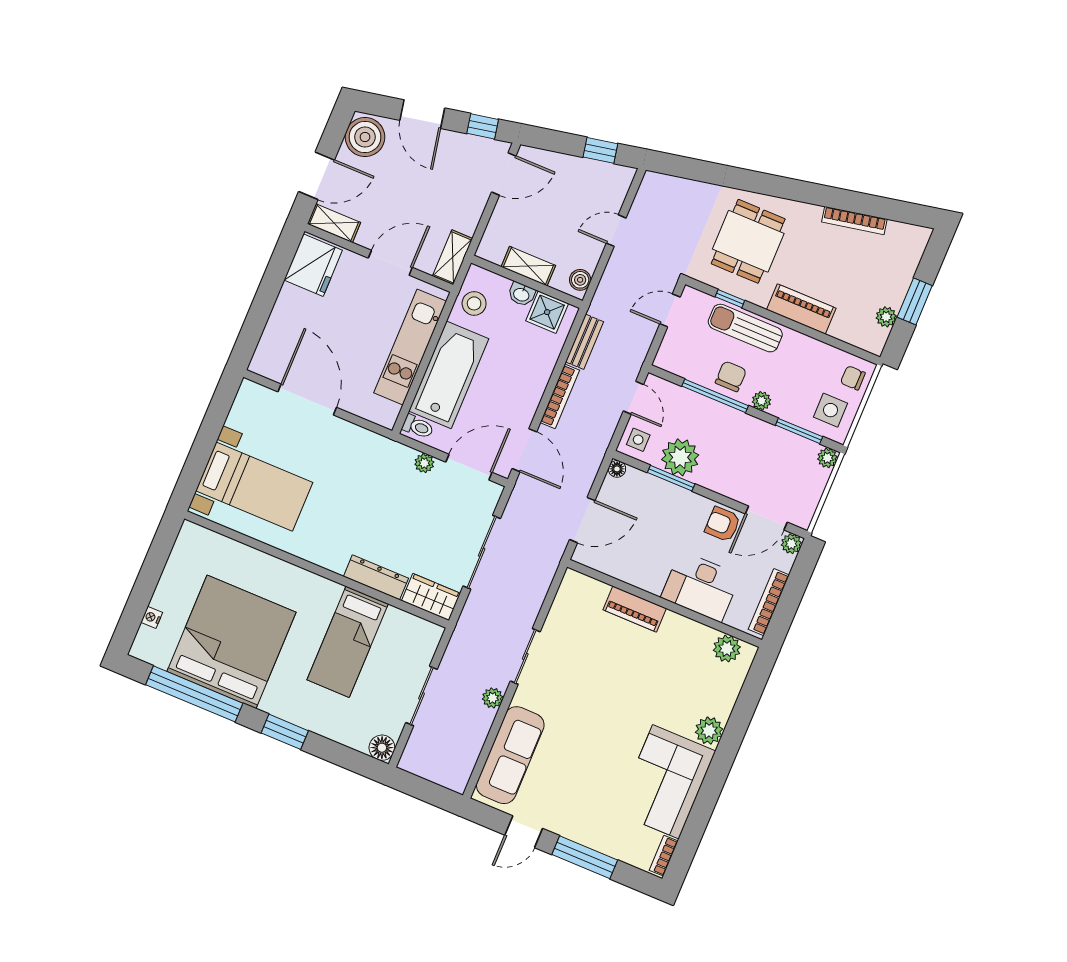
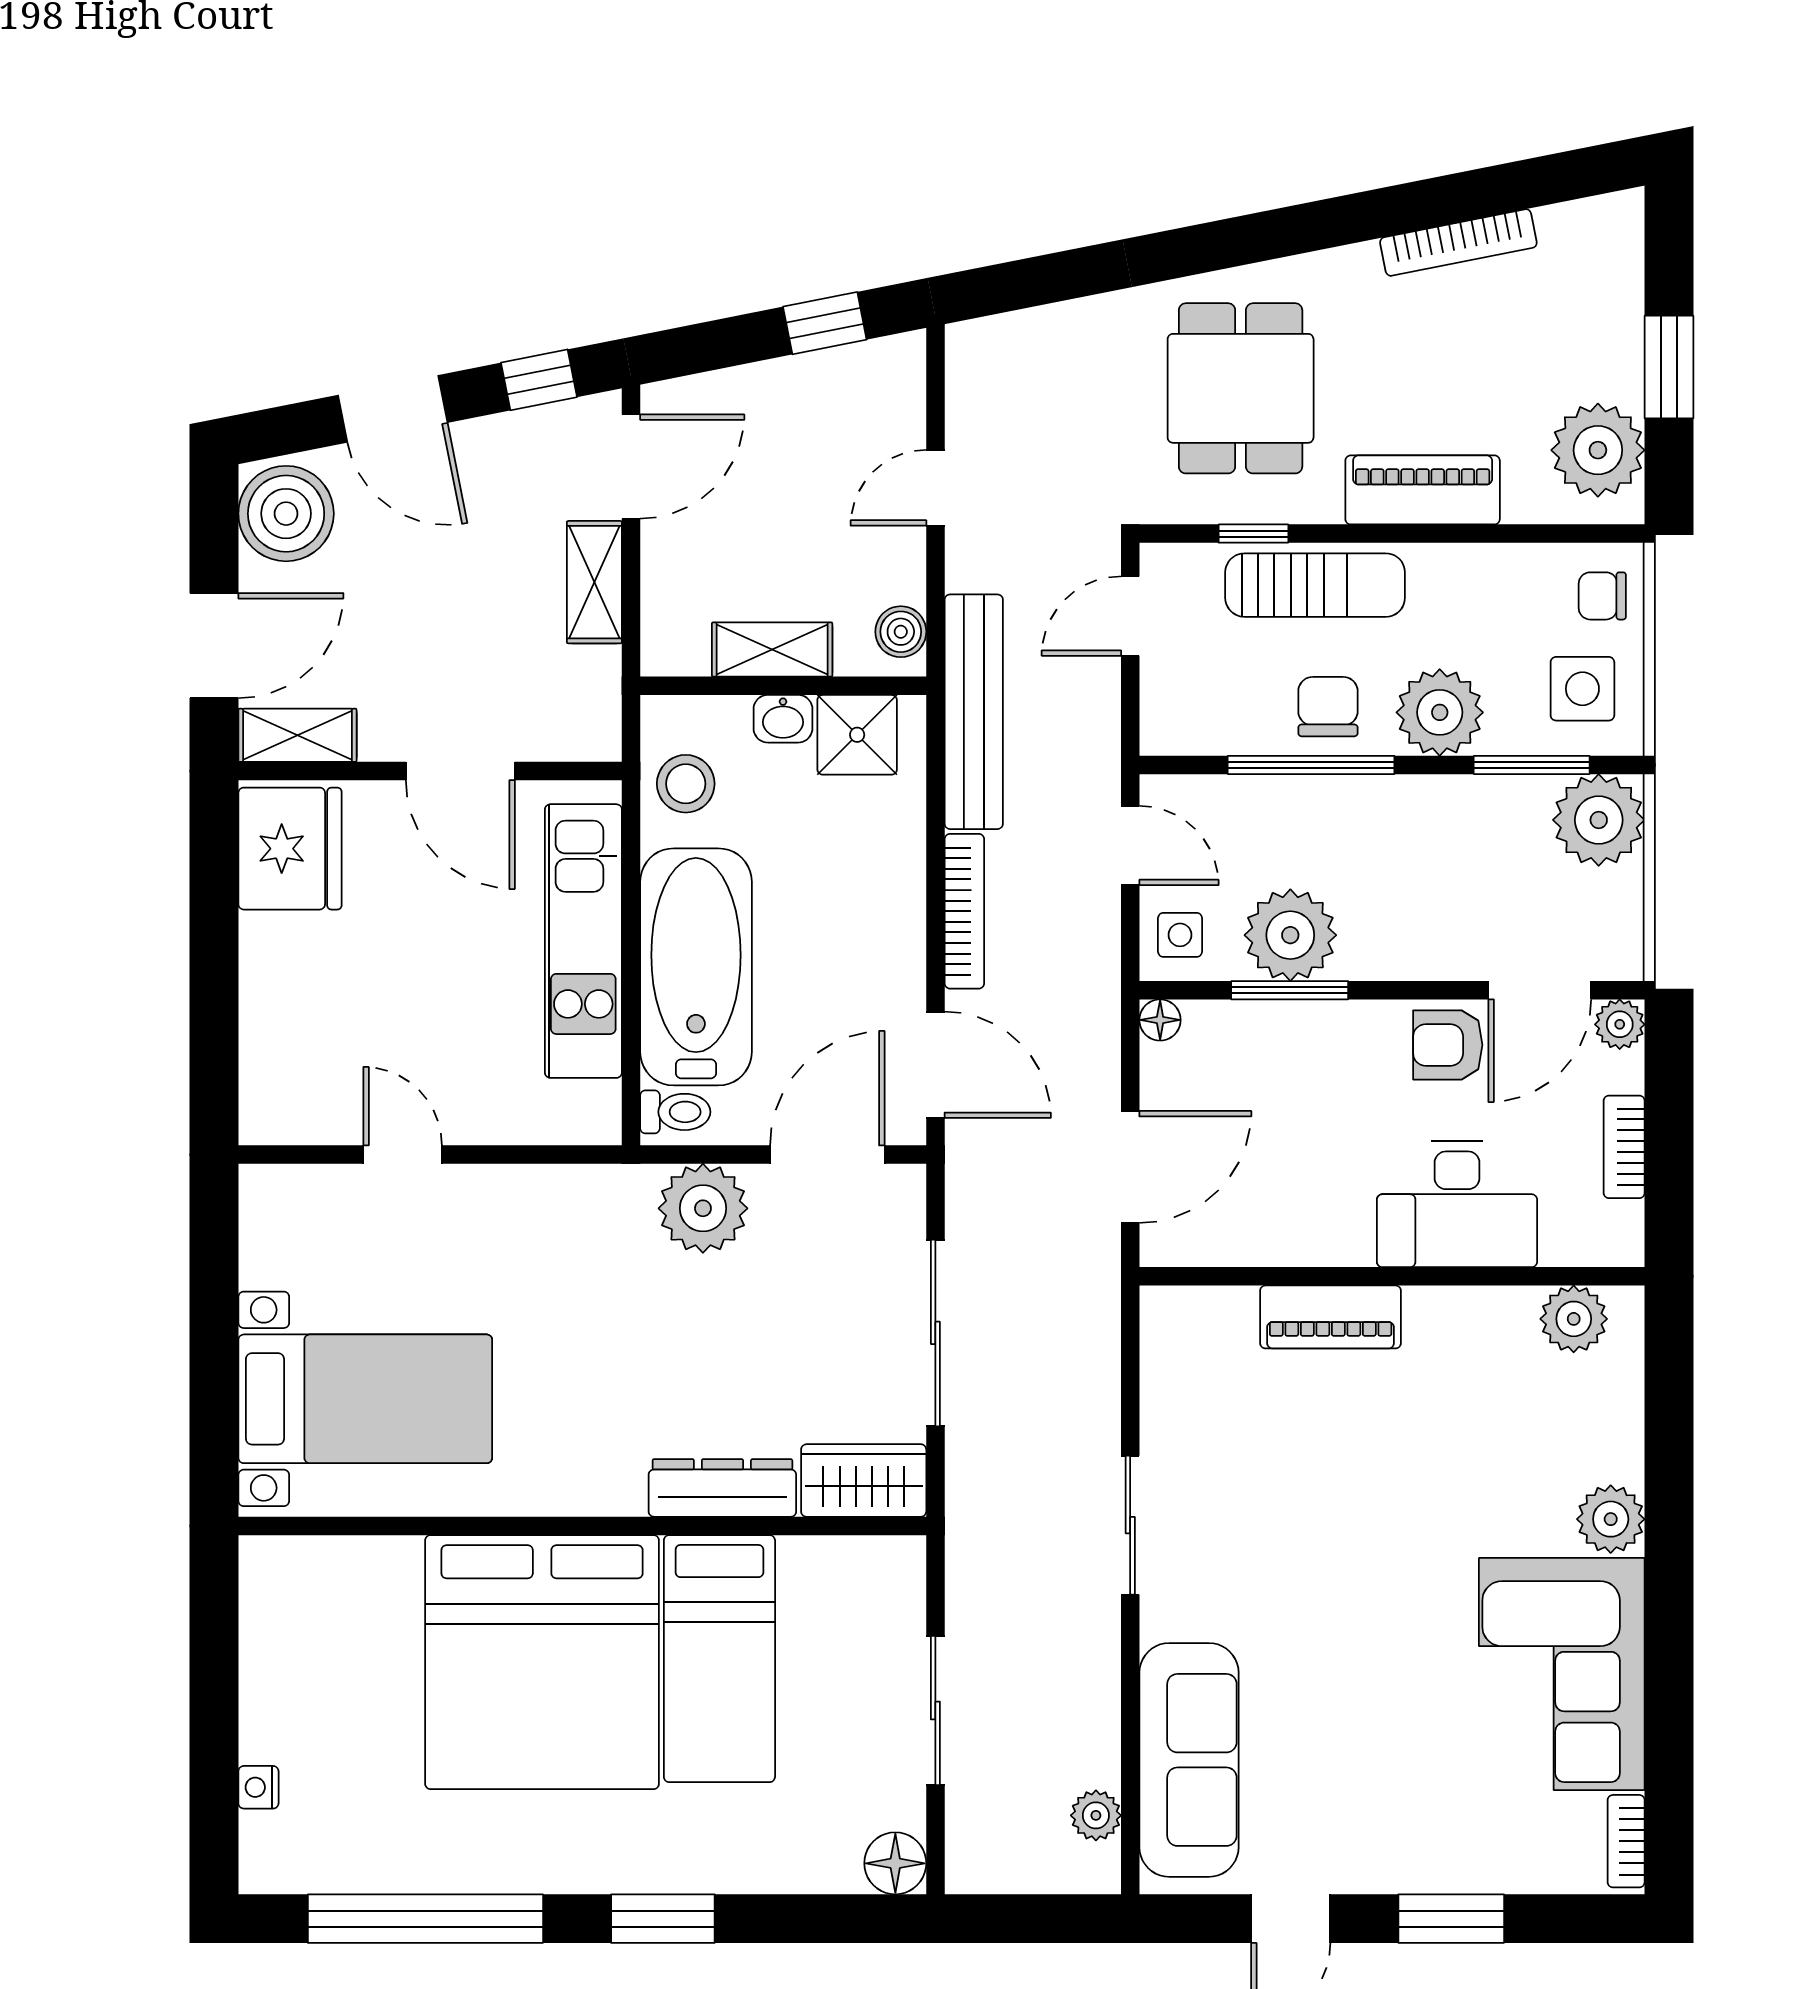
shelving: (453, 257) -> (594, 582), moved
door: (390, 263) -> (460, 771), swing flipped
plant: (886, 317) -> (1598, 450), width x1.87, depth x1.87
sun lounger: (745, 328) -> (1315, 585), turned 180
bench: (585, 342) -> (974, 712), width x1.86, depth x1.21
door: (307, 400) -> (403, 1155), width x0.53
plant: (761, 401) -> (1440, 712), width x1.88, depth x1.88
plant: (827, 458) -> (1599, 820), width x1.88, depth x1.88
plant: (424, 463) -> (703, 1208), width x1.87, depth x1.87
bookcase: (769, 602) -> (1624, 1147), width x0.64
bed: (232, 642) -> (542, 1662), moved, turned 180
plant: (493, 698) -> (1096, 1815), moved
window: (585, 857) -> (1451, 1919), width x0.69

